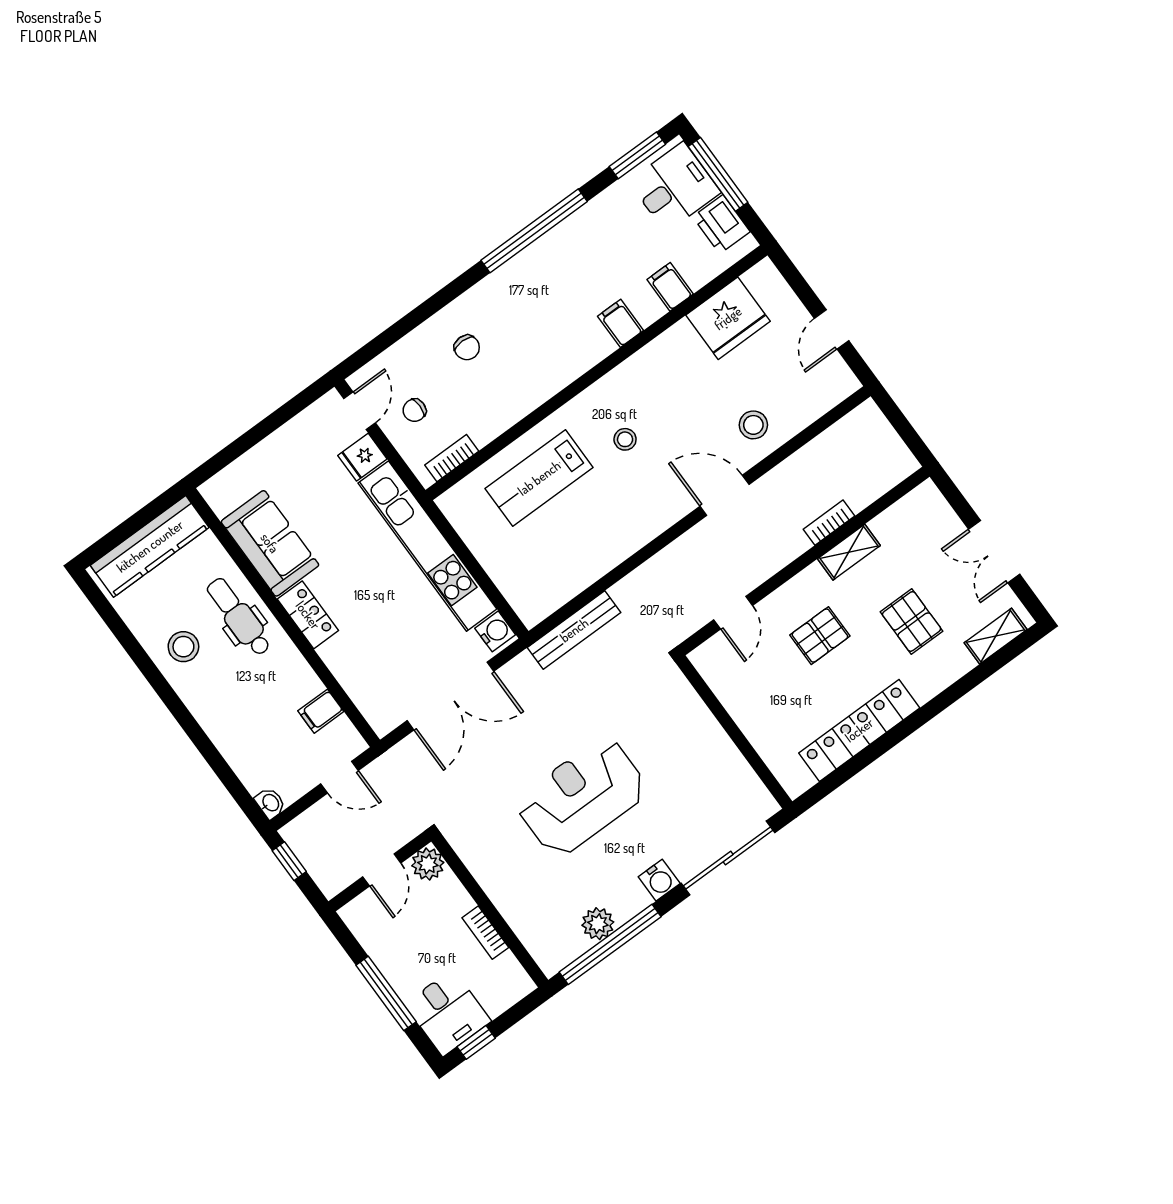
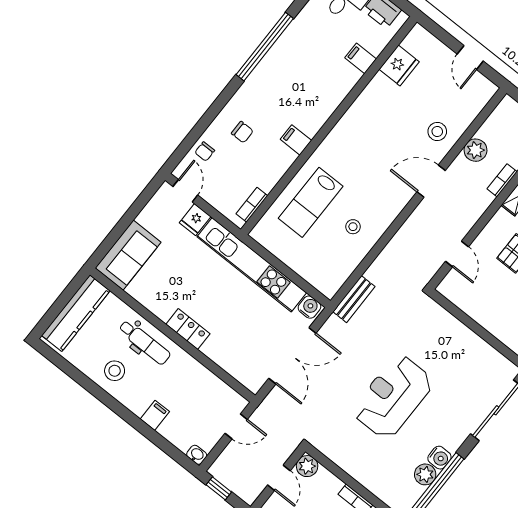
fridge: (728, 318) -> (399, 65), width x0.73, depth x0.75
filing cabinet: (621, 323) -> (296, 140), moved
chair: (414, 410) -> (205, 151), moved
stool: (625, 439) -> (353, 227), moved
plant: (802, 468) -> (476, 150), added
sofa: (270, 543) -> (128, 255), moved, turned 90
dental chair: (239, 617) -> (145, 342), turned 180
bench: (574, 630) -> (354, 299), width x0.73
filing cabinet: (321, 711) -> (155, 415), moved, turned 180
water cooler: (659, 880) -> (439, 458), moved

